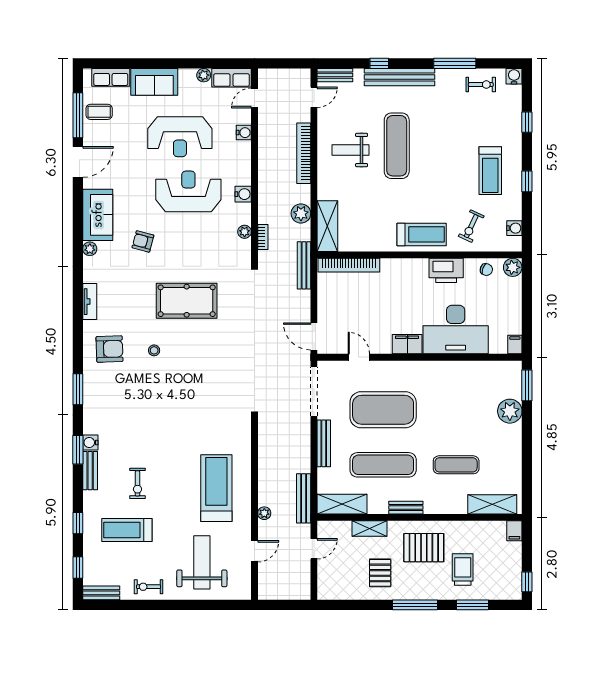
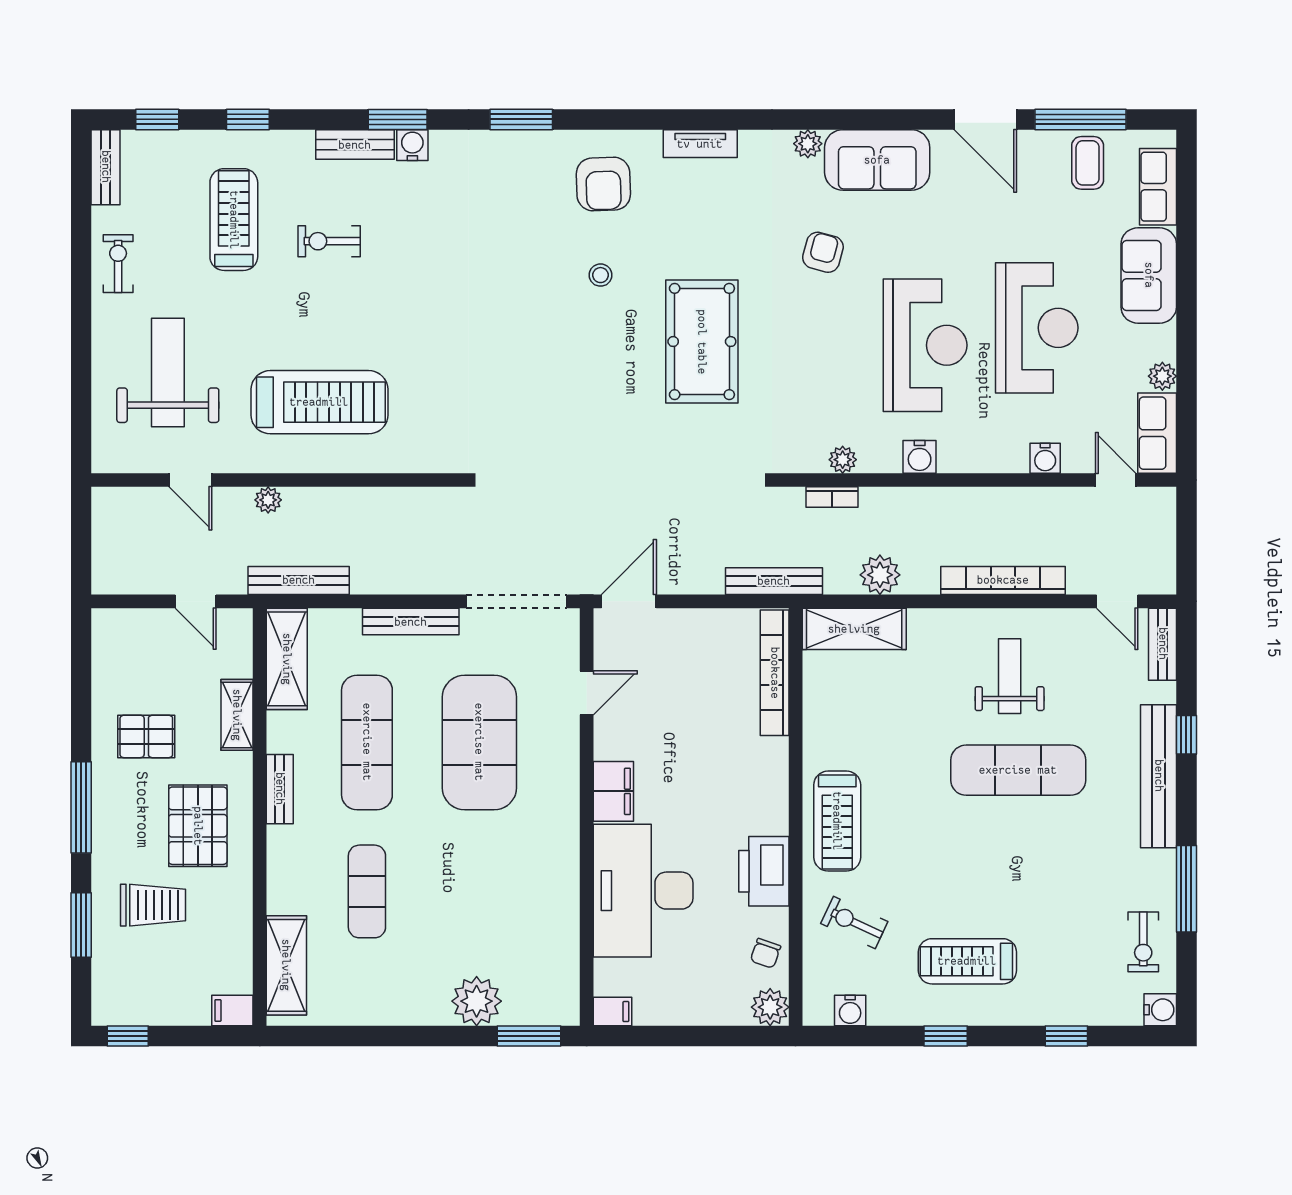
reception desk: (180, 137) -> (1037, 328), turned 180
weight bench: (202, 562) -> (168, 373), turned -90

